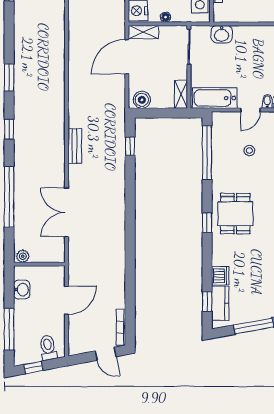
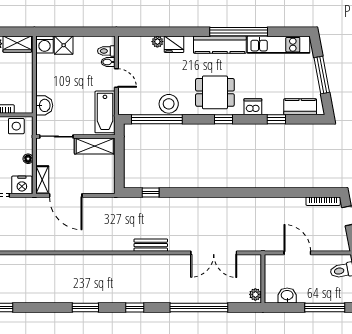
shelving: (181, 94) -> (95, 146), width x1.50, depth x1.33
boiler: (142, 100) -> (107, 181), removed
stool: (249, 151) -> (169, 104), moved, width x1.89, depth x1.89
dishwasher: (220, 276) -> (253, 107), moved
window: (207, 302) -> (276, 119), moved

